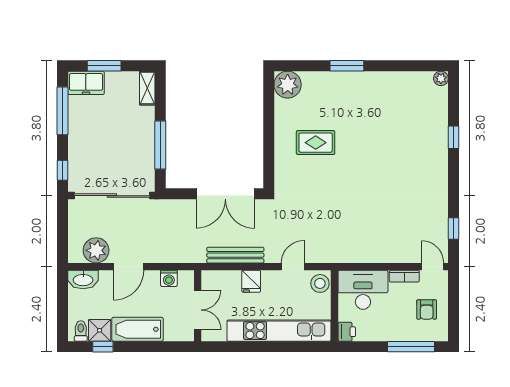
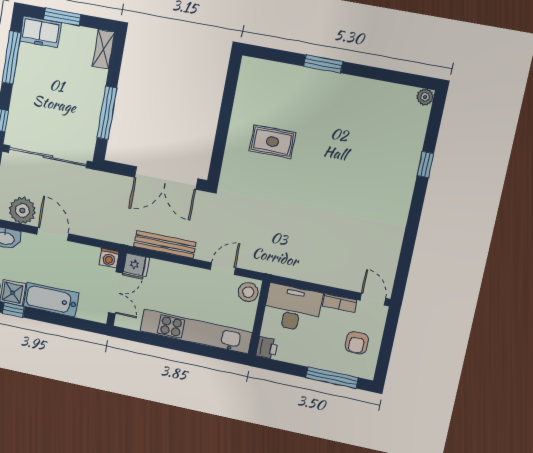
plant: (288, 85) -> (254, 73), removed
window: (454, 229) -> (404, 263), removed
door: (129, 267) -> (53, 234), swing flipped
washing machine: (169, 278) -> (109, 258), moved
fridge: (251, 281) -> (136, 265), moved, turned -90

